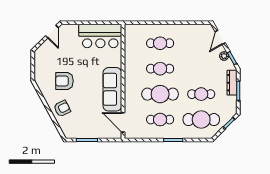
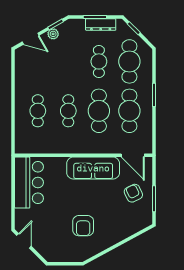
door: (52, 32) -> (24, 241), hinge flipped
dresser: (232, 83) -> (101, 25), moved
armchair: (62, 108) -> (133, 193), moved
cafe table: (160, 120) -> (129, 111), width x1.37, depth x1.35
door: (123, 122) -> (133, 155), hinge flipped

